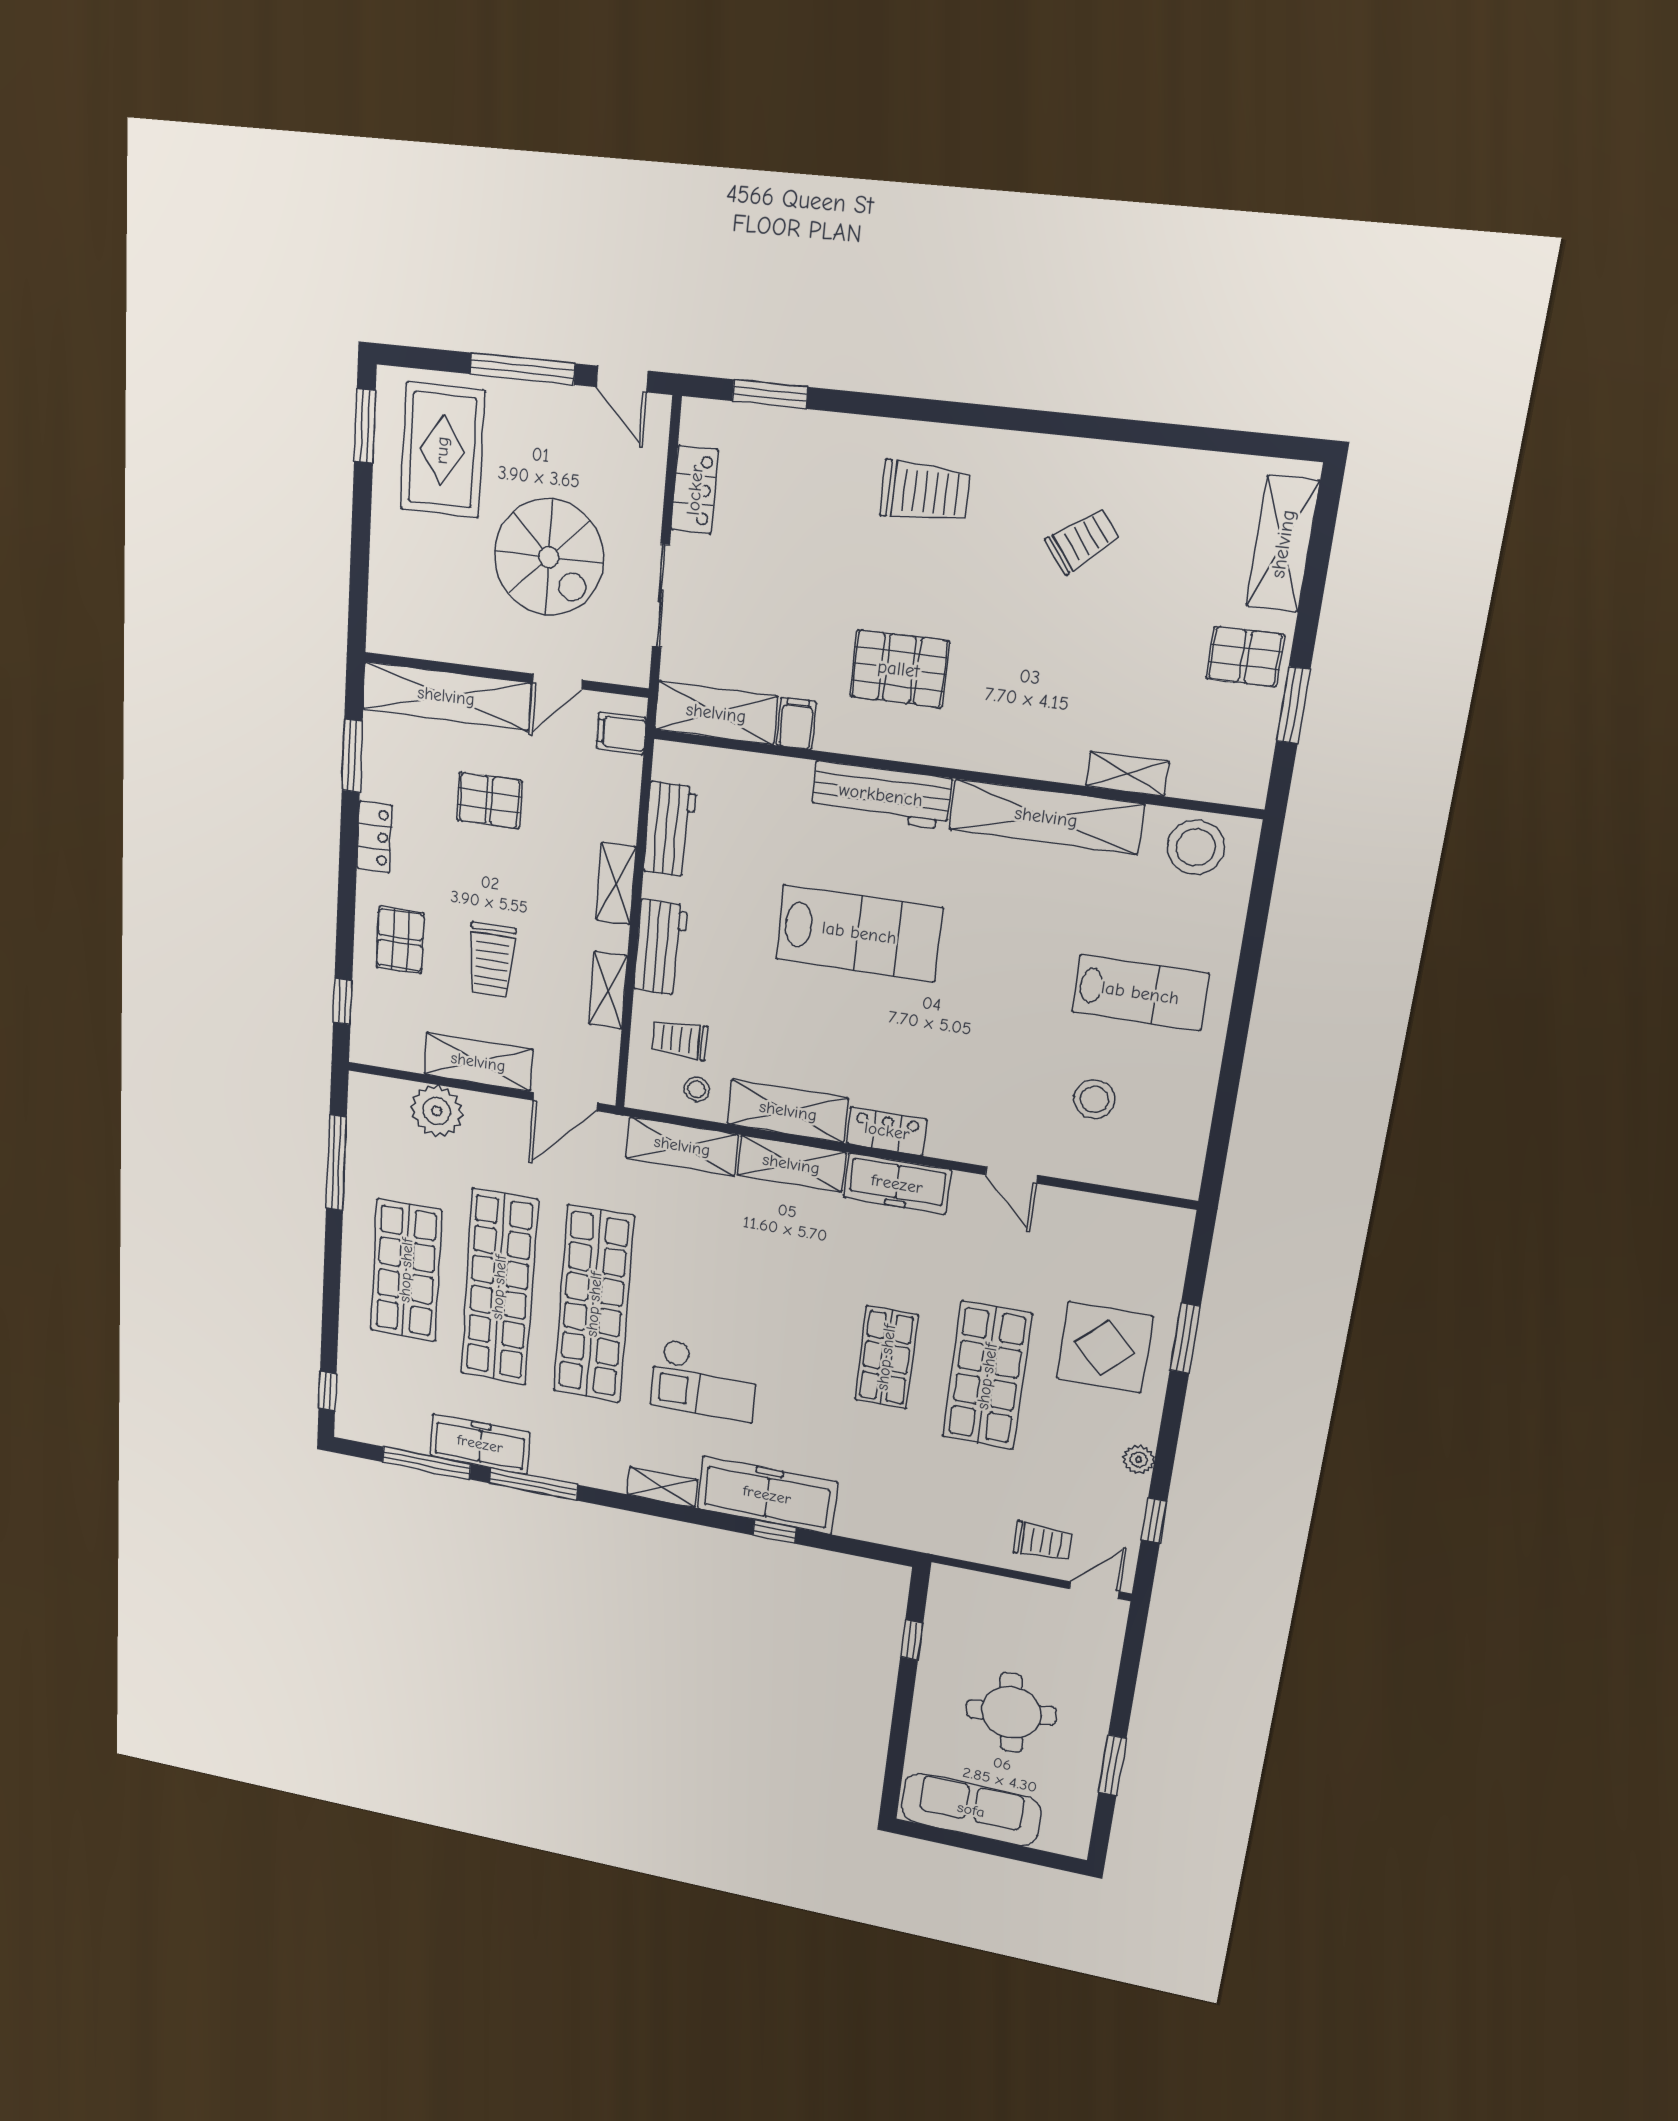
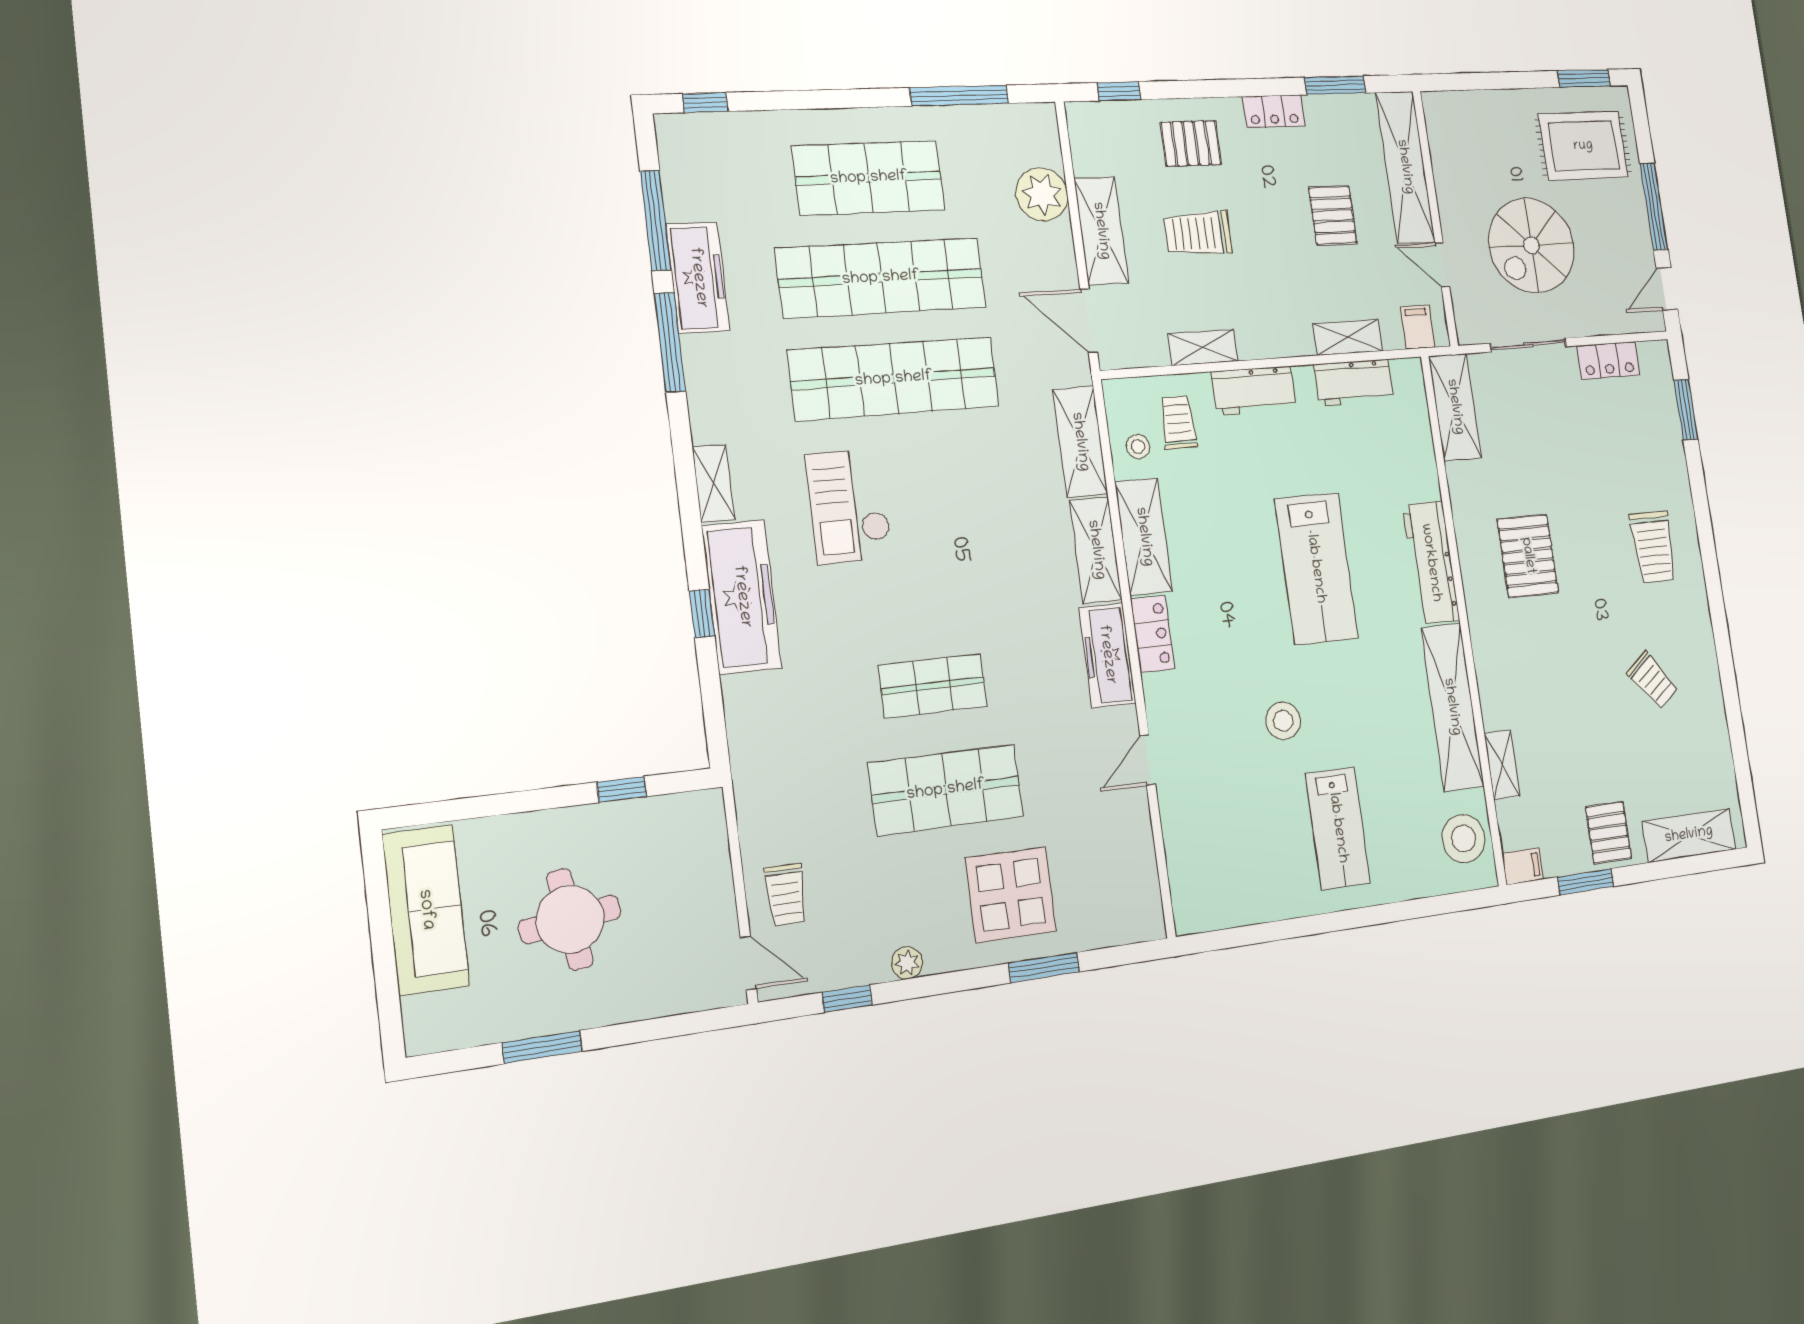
filing cabinet: (796, 724) -> (1523, 866), moved
shelving: (616, 883) -> (1348, 337), moved
stool: (1094, 1099) -> (1283, 721), moved

